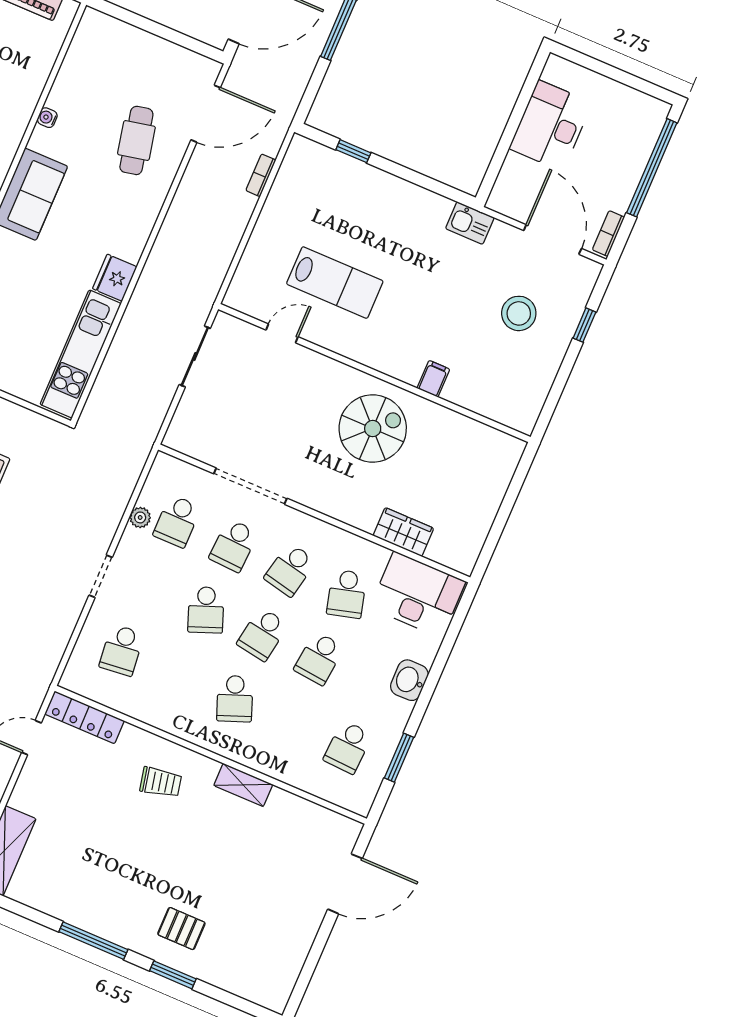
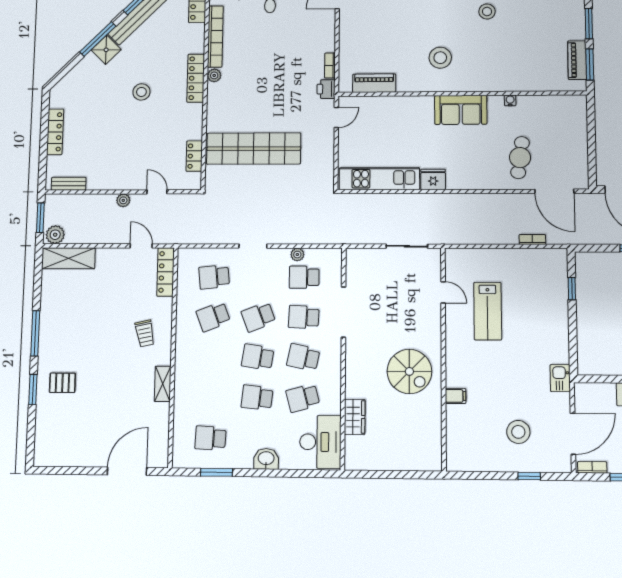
cafe table: (136, 140) -> (520, 158), turned -70
school desk: (235, 699) -> (213, 317), moved
door: (345, 884) -> (127, 471), swing flipped
pallet: (181, 929) -> (62, 383), turned 90

